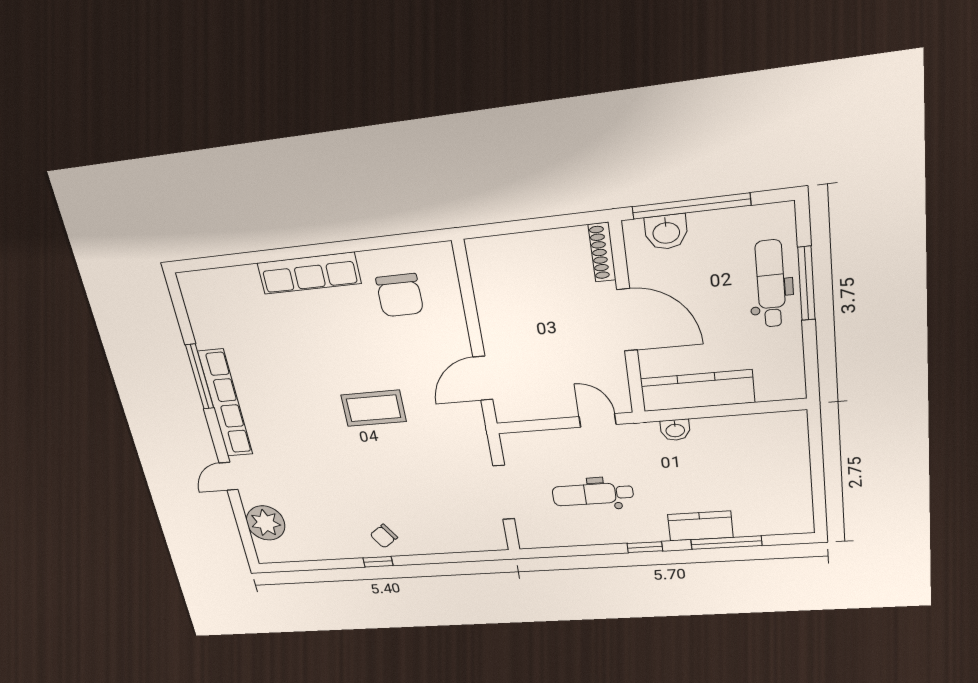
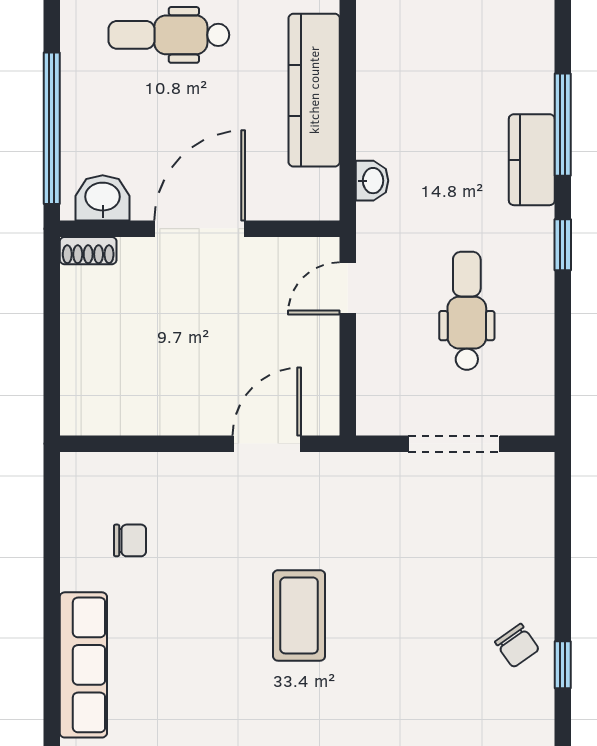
washbasin: (666, 232) -> (103, 198), moved, turned -90
shoe rack: (602, 252) -> (88, 251), width x0.70
chair: (400, 295) -> (130, 540), width x0.54, depth x0.54
door: (483, 378) -> (267, 444), swing flipped
kitchen counter: (697, 391) -> (314, 90), moved
dental chair: (593, 494) -> (467, 311), turned 180

